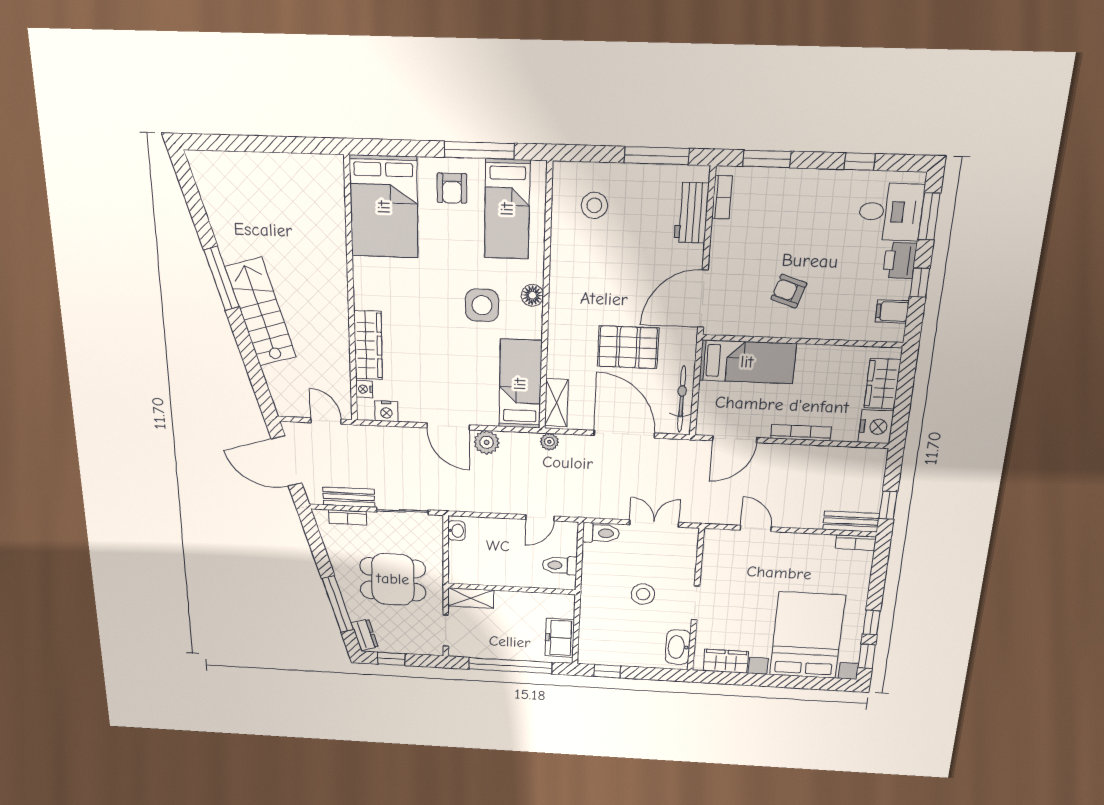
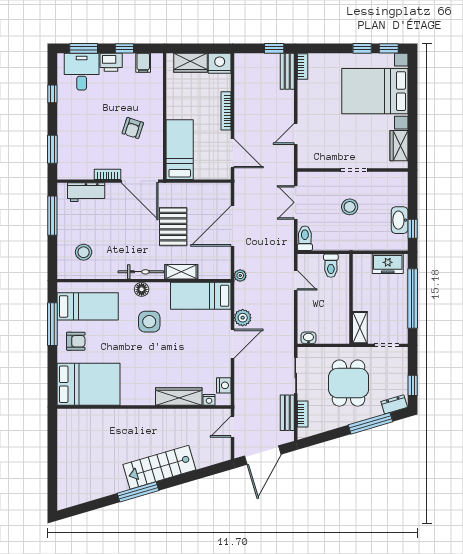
bookcase: (722, 197) -> (107, 174), moved
bicycle: (682, 399) -> (141, 272), moved, turned 180
shelving: (556, 403) -> (181, 272), moved
washbasin: (678, 647) -> (400, 220), moved, turned 90

